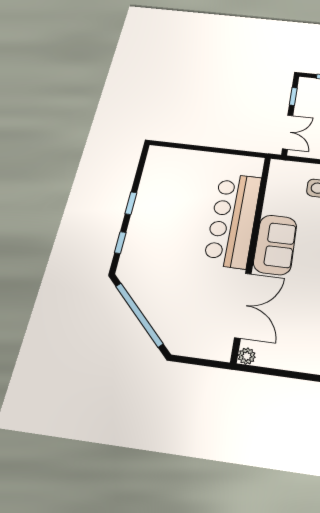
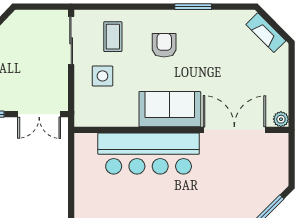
double door: (288, 132) -> (39, 114), swing flipped

